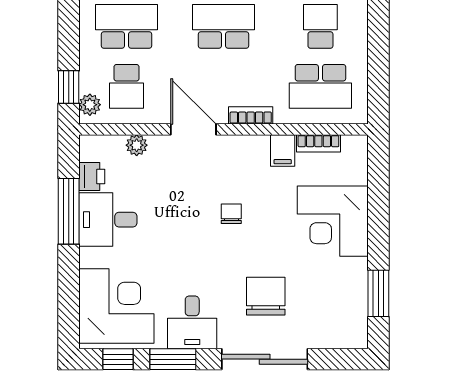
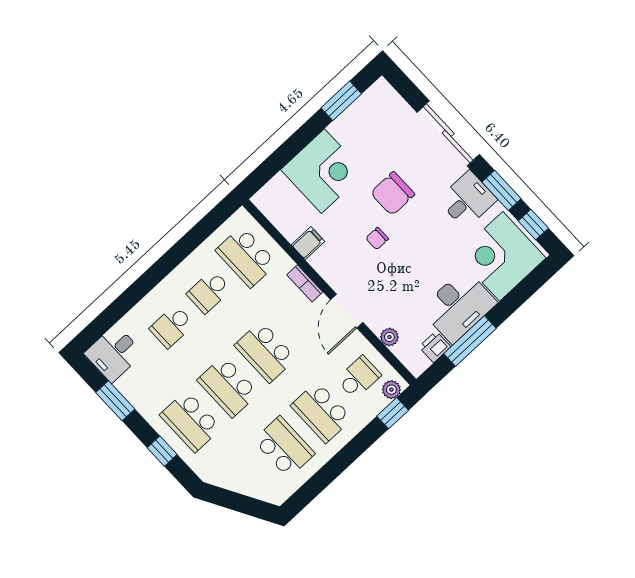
school desk: (320, 86) -> (246, 257), turned 180
bookcase: (318, 143) -> (283, 225), removed
desk: (108, 220) -> (459, 306), width x1.37
chair: (266, 296) -> (393, 194), moved

